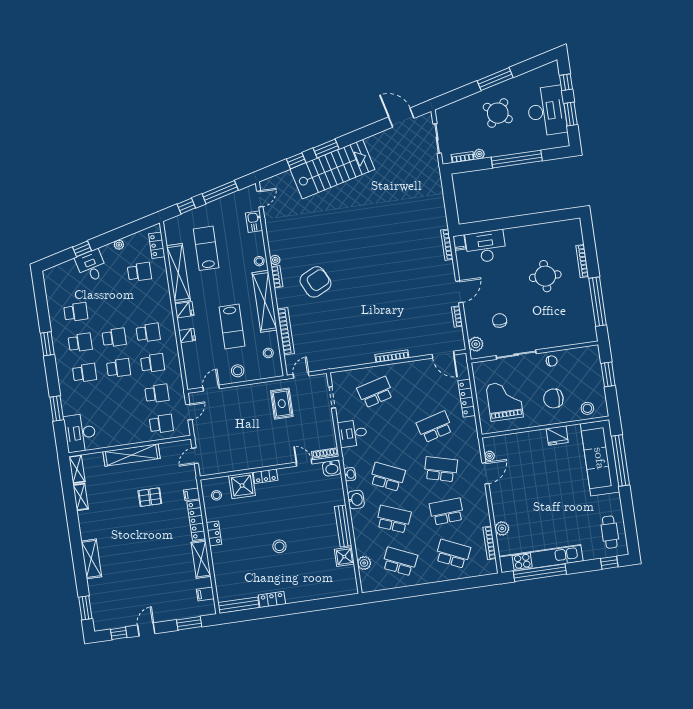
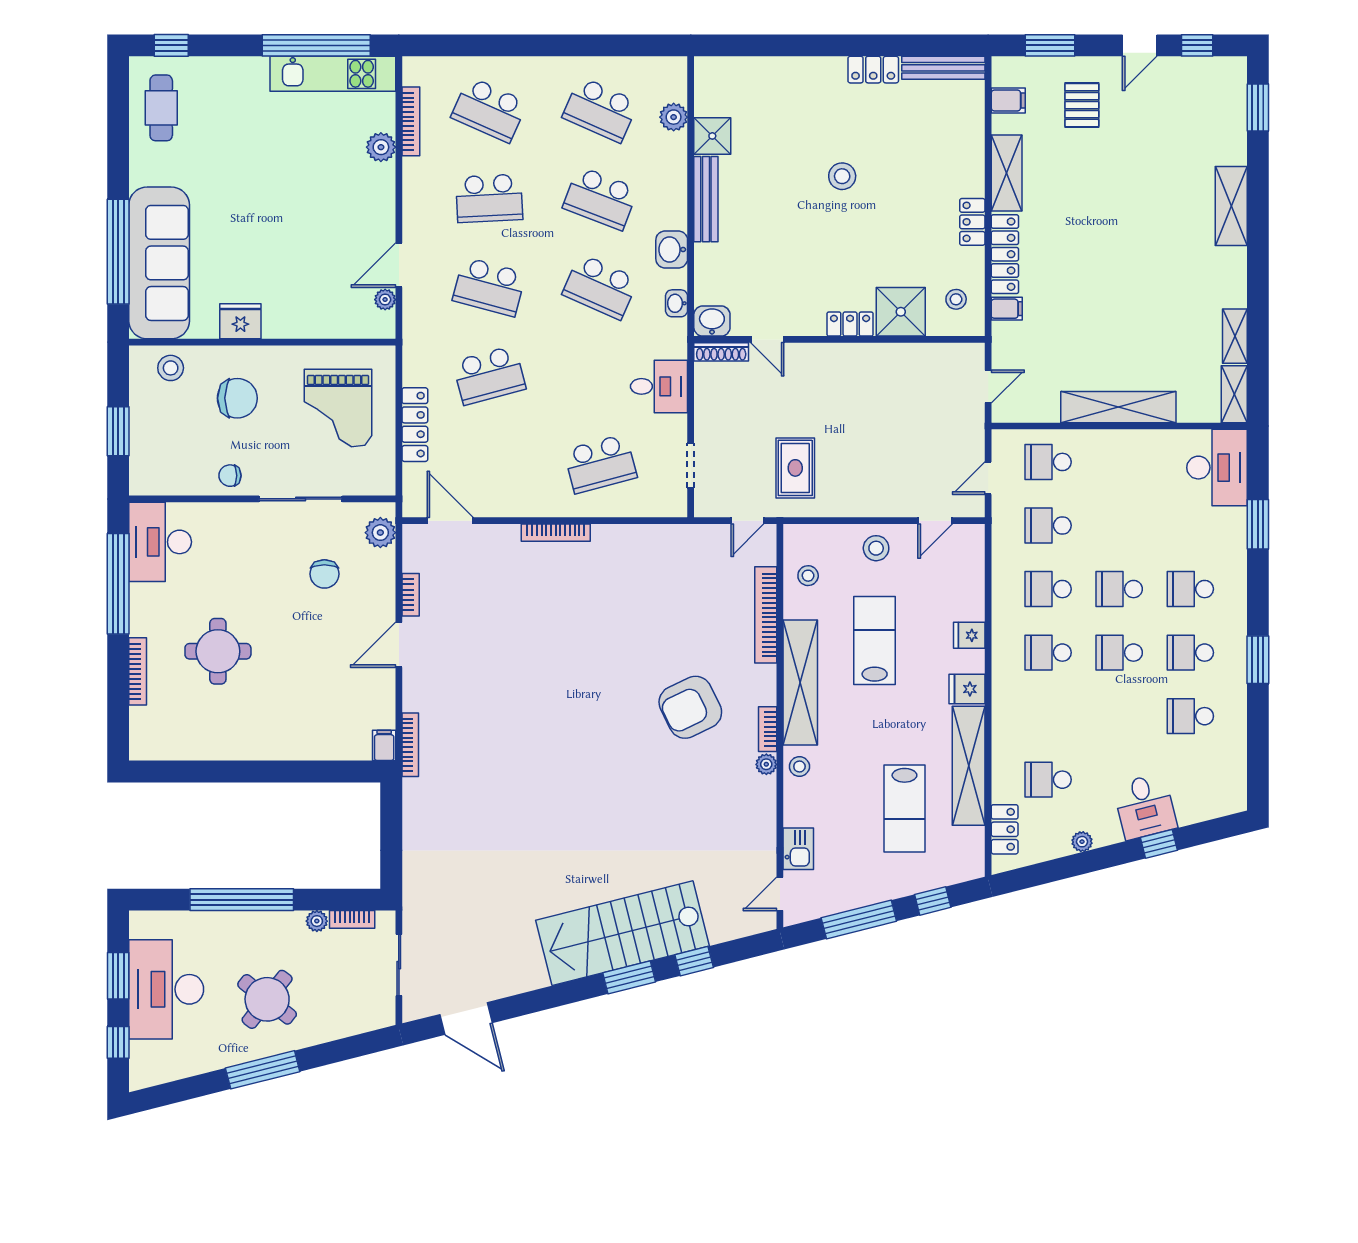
desk: (486, 247) -> (160, 542), moved, turned 90
pallet: (150, 497) -> (1082, 105), moved, turned 90
kitchen unit: (541, 559) -> (333, 74), width x0.73

